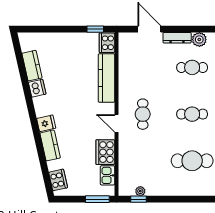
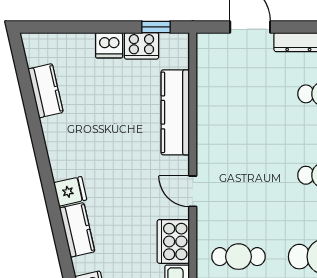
cooker: (107, 43) -> (141, 46), moved, turned -90
dishwasher: (37, 88) -> (109, 45), moved, turned 103
cafe table: (143, 114) -> (239, 257), moved, turned 90

